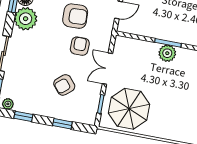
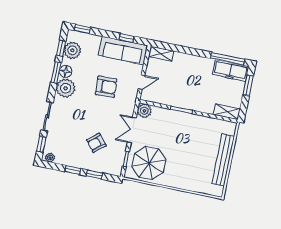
armchair: (80, 46) -> (109, 111), removed
plant: (167, 53) -> (144, 111), moved
window: (23, 116) -> (73, 170), moved

